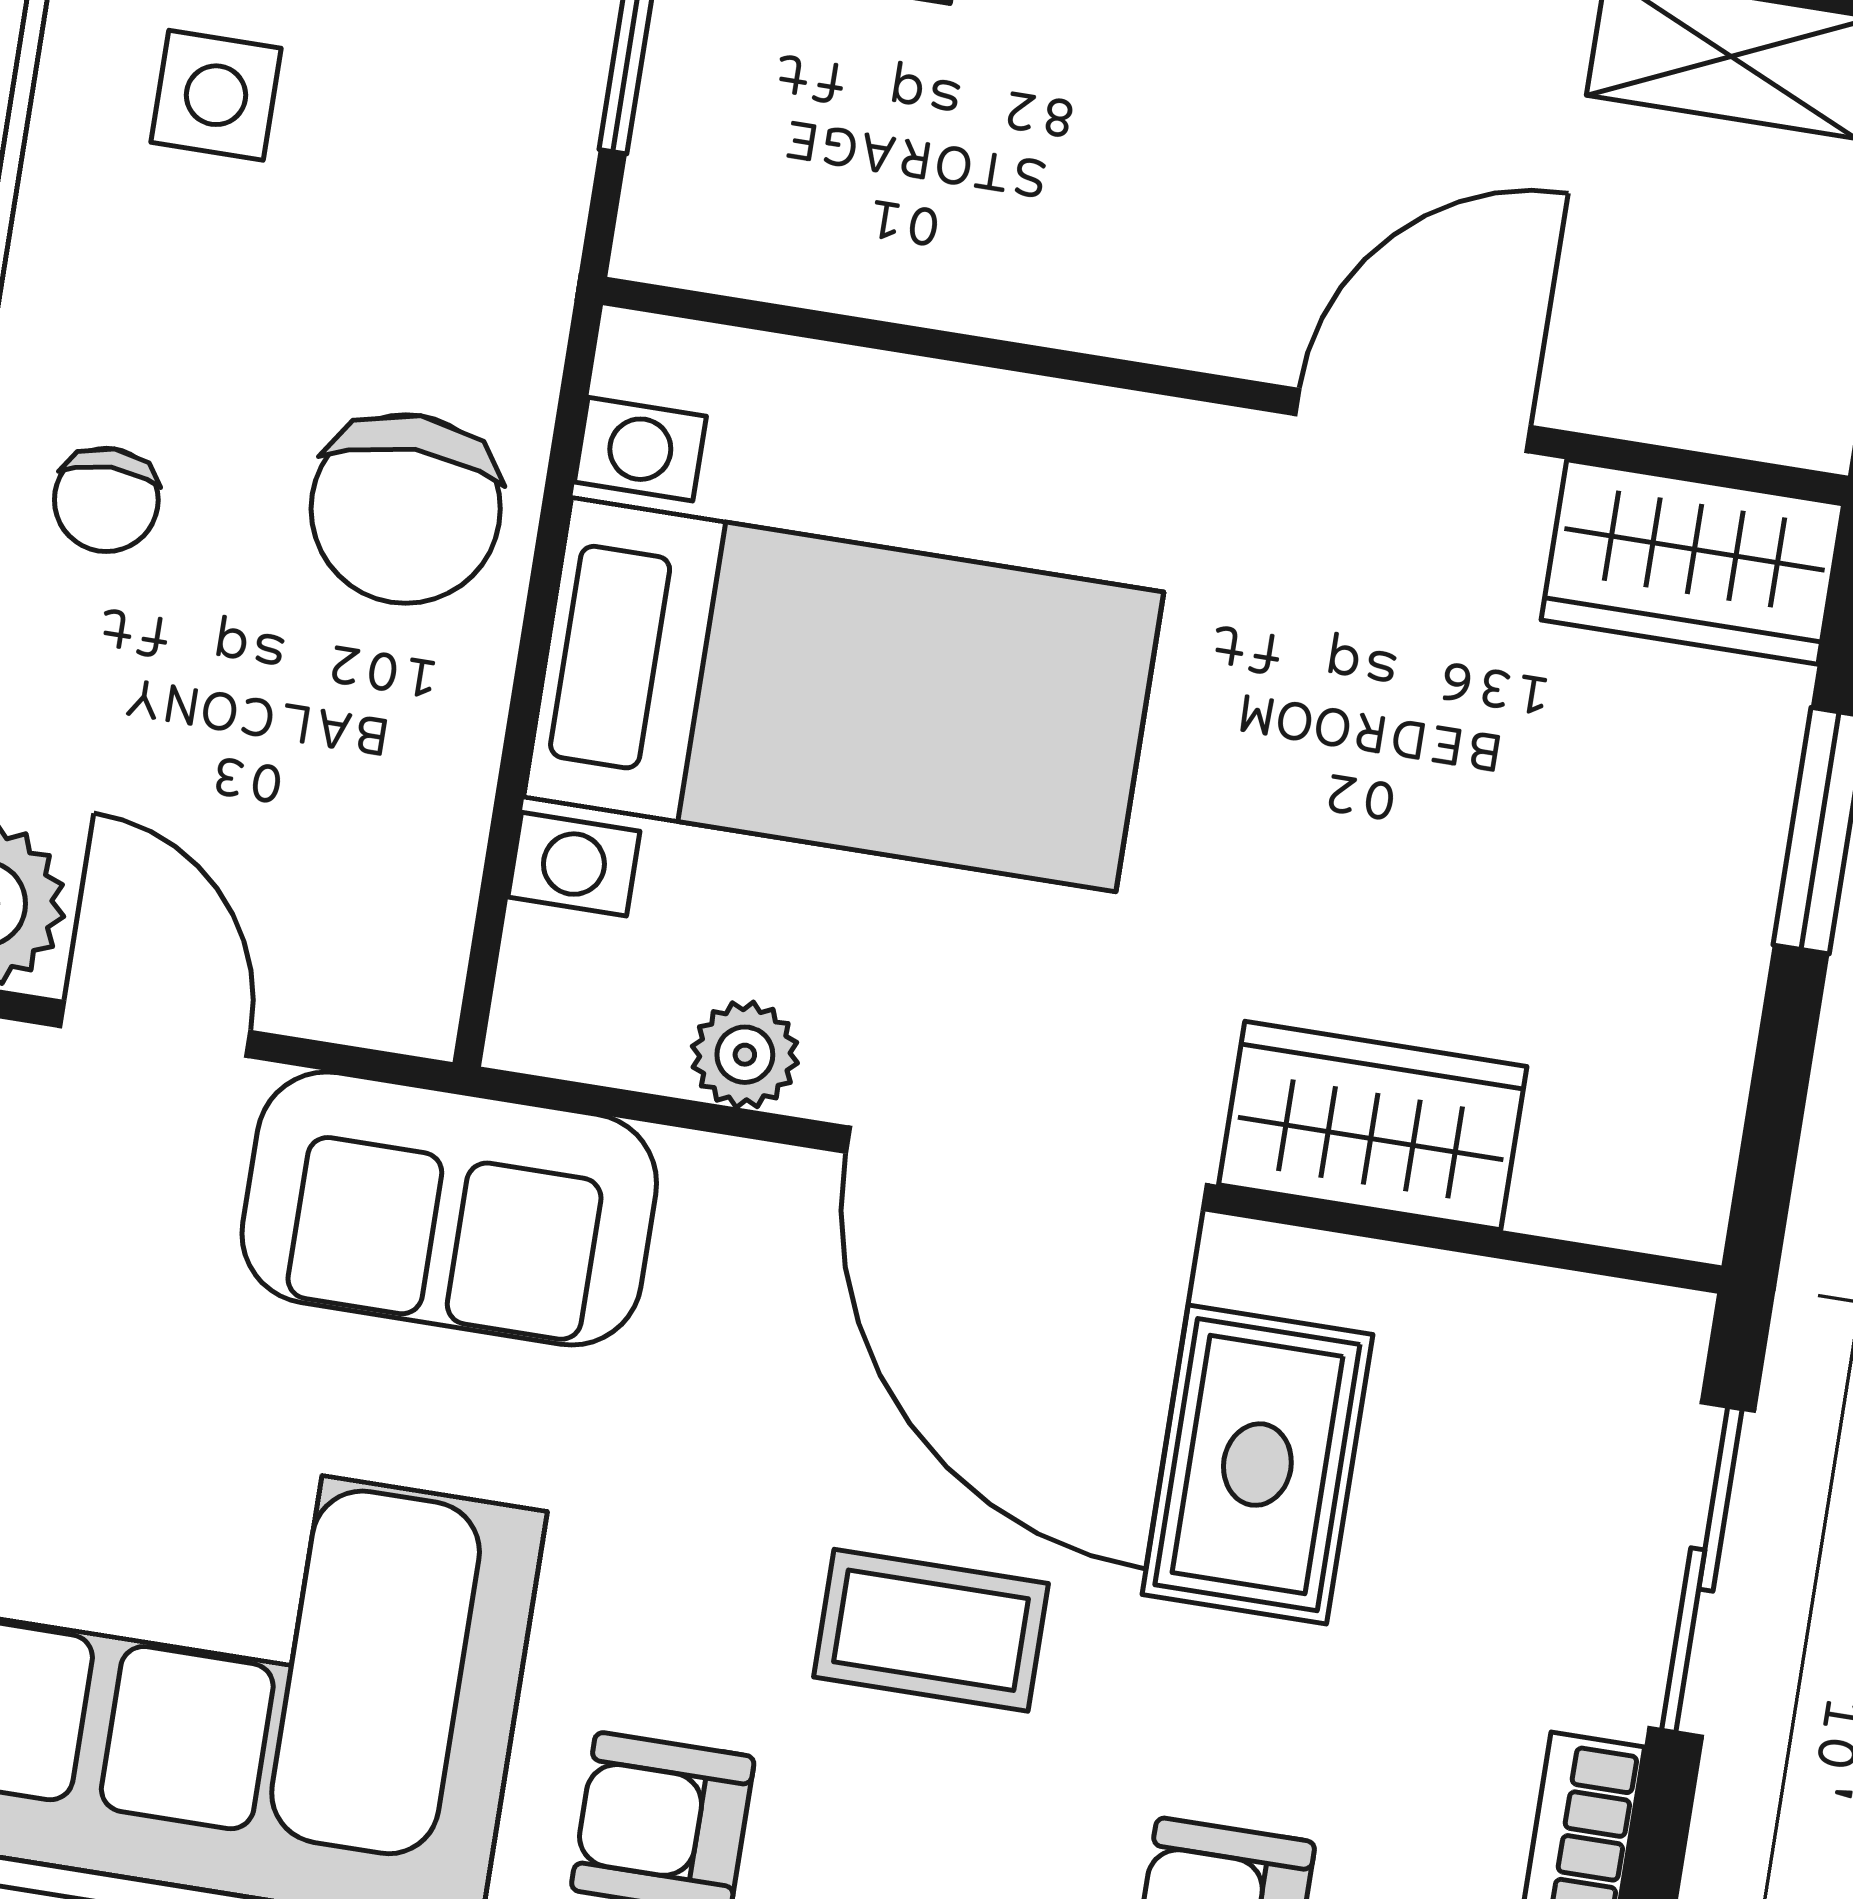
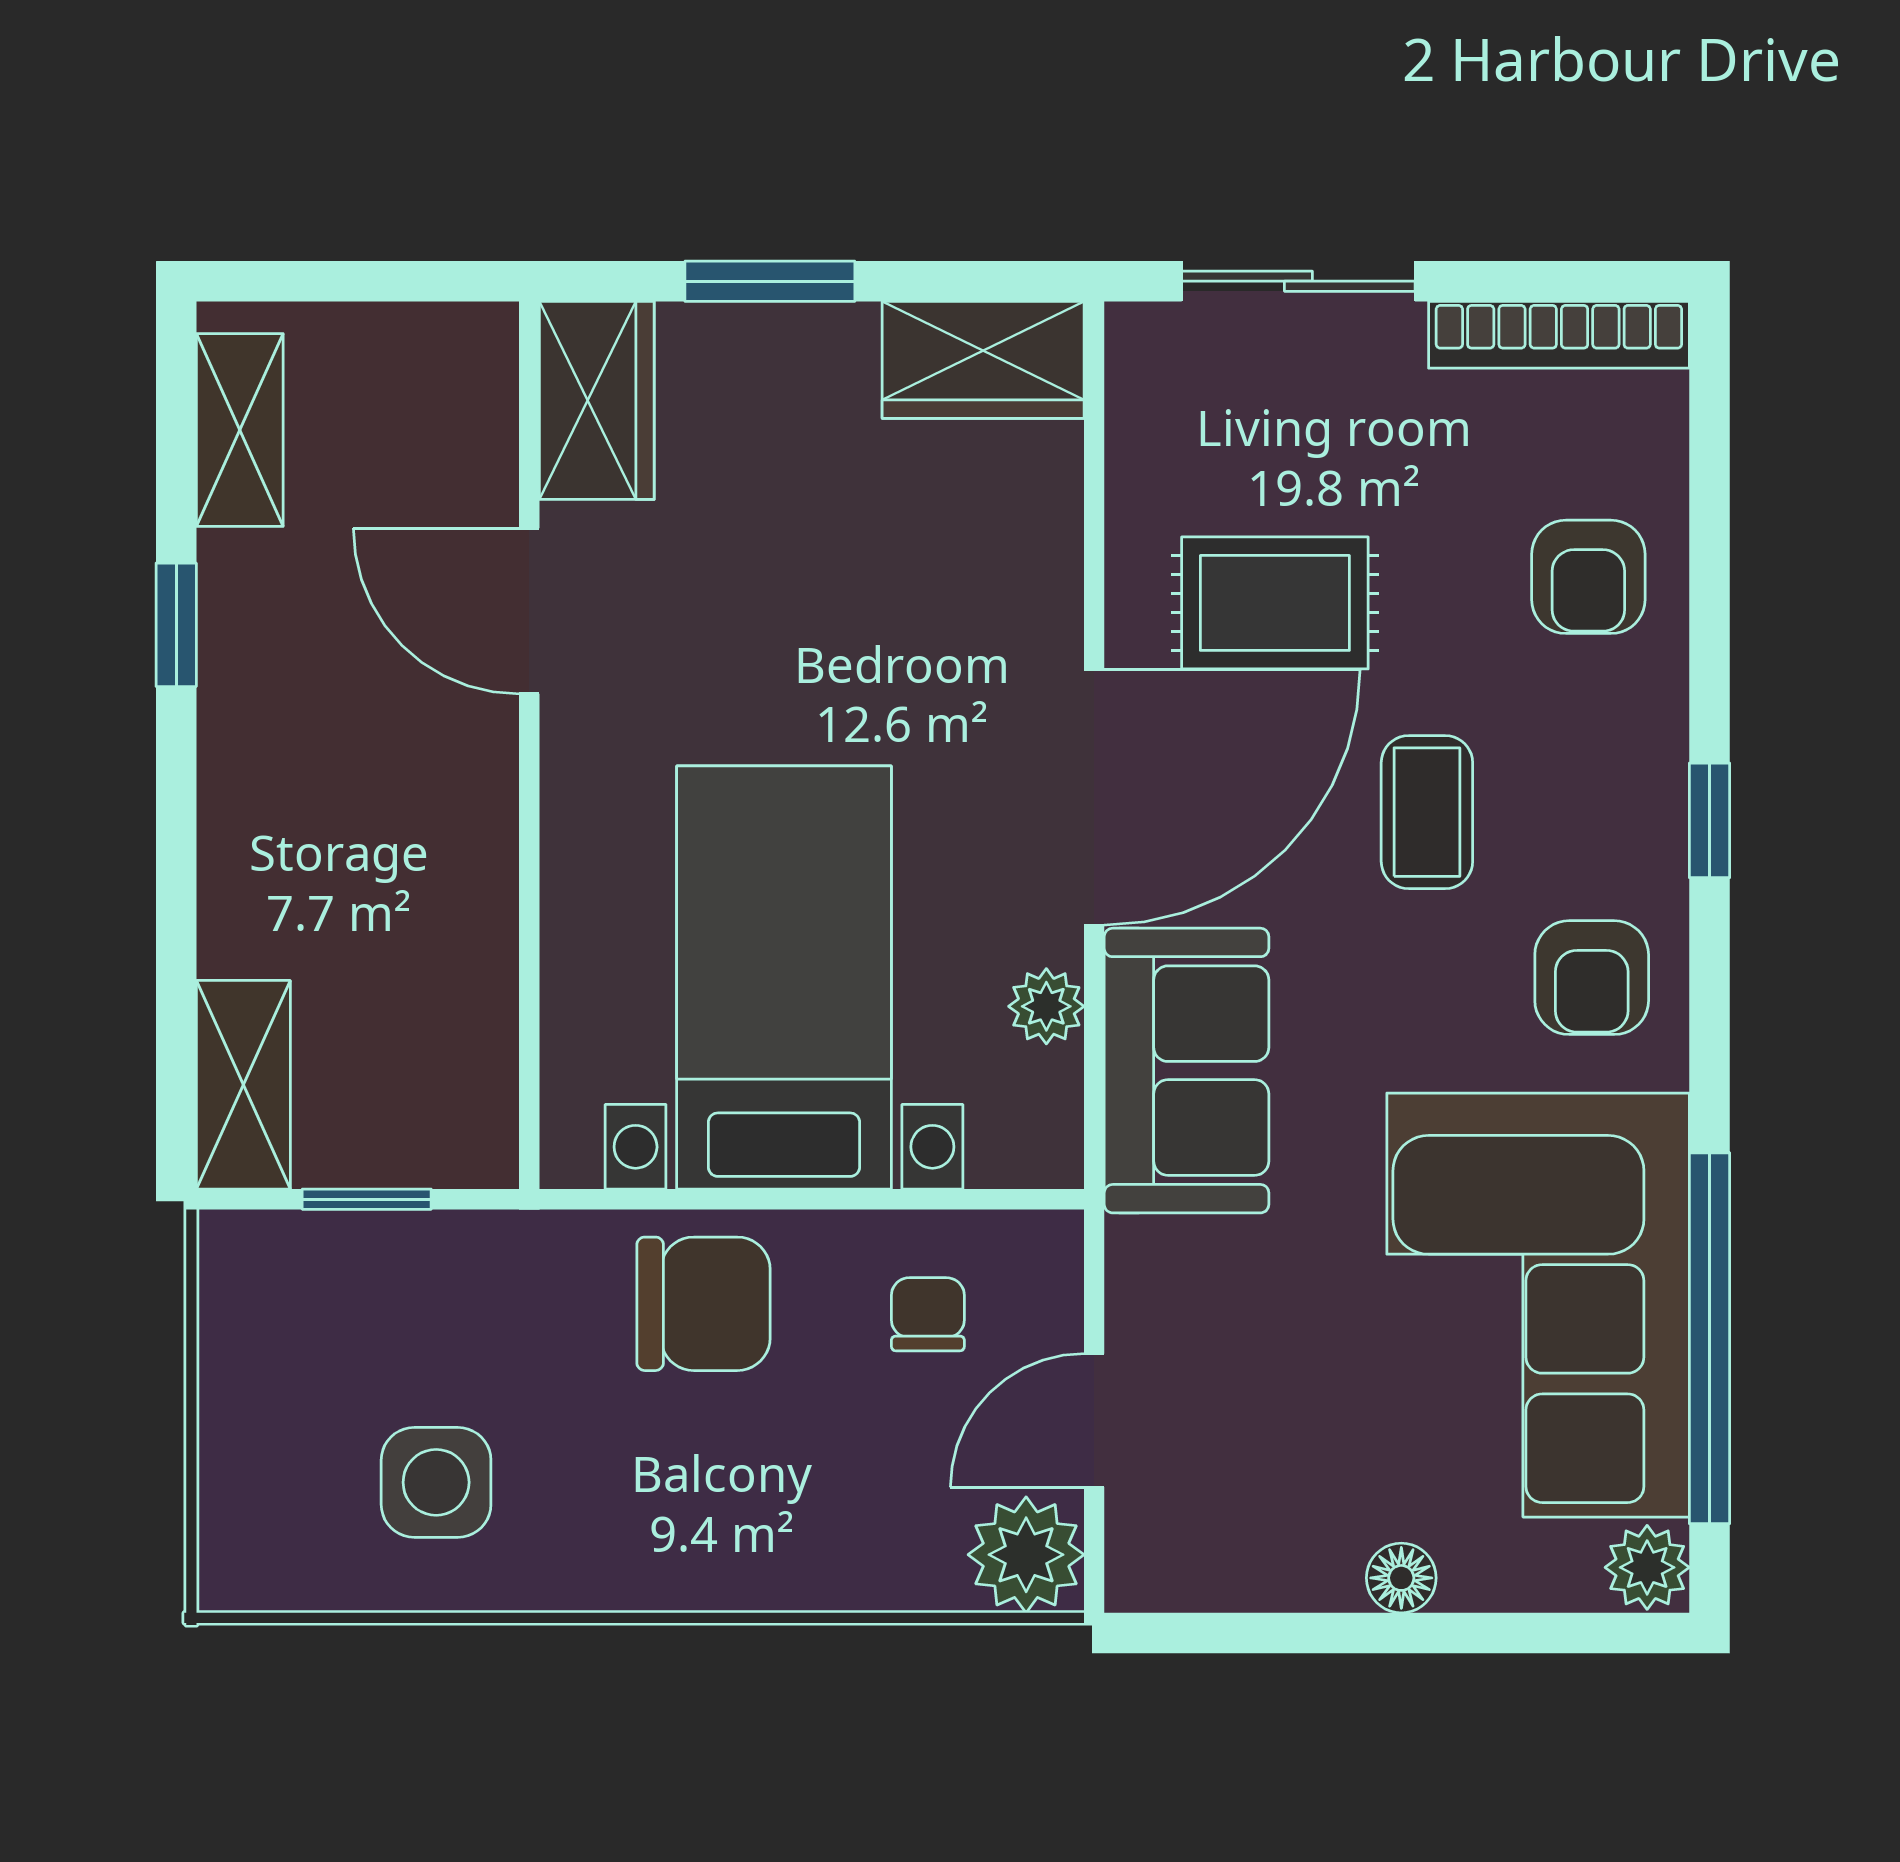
side table: (216, 95) -> (436, 1482), width x1.37, depth x1.37
chair: (106, 500) -> (928, 1314), moved, turned -90
wardrobe: (1373, 1126) -> (983, 360), moved, turned -90
sofa: (449, 1208) -> (1187, 1071), moved

